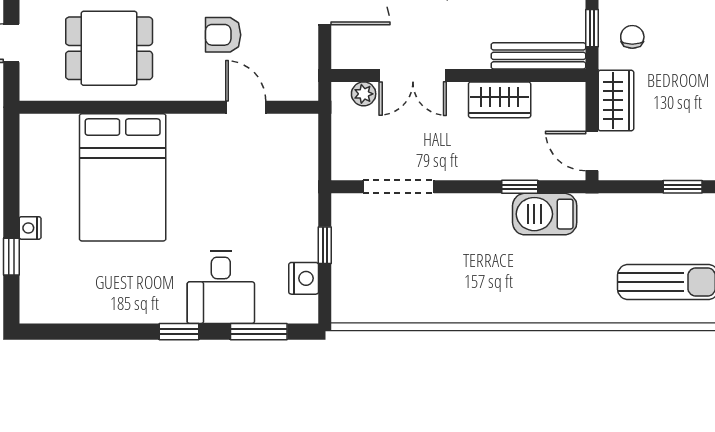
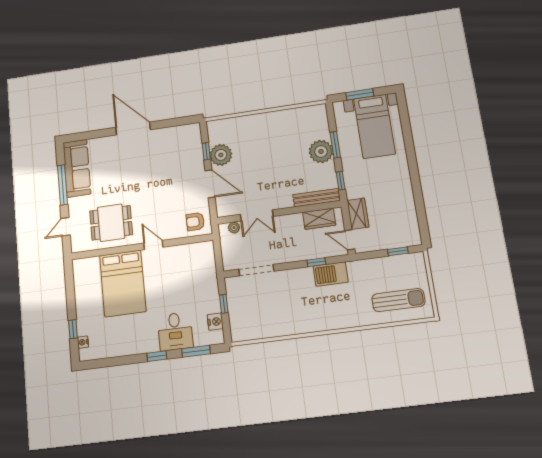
armchair: (223, 35) -> (195, 222), moved
chair: (632, 37) -> (361, 182), removed
wardrobe: (500, 100) -> (319, 219), moved
door: (246, 107) -> (153, 245), moved
nightstand: (30, 228) -> (83, 342), moved

